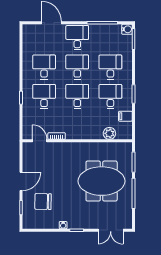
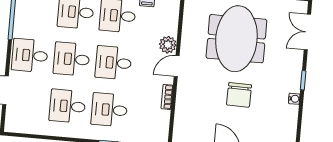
plant: (109, 133) -> (168, 45), moved
door: (40, 141) -> (177, 66), moved
chair: (43, 202) -> (239, 95), moved
double door: (111, 230) -> (307, 32), swing flipped

